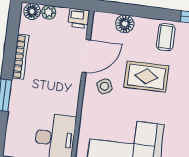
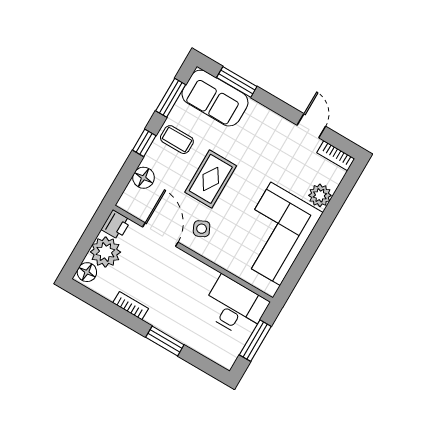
plant: (49, 12) -> (105, 252), width x1.88, depth x1.88
window: (152, 13) -> (144, 143), added
bookcase: (21, 57) -> (131, 306), width x0.64

